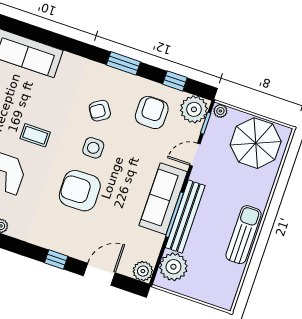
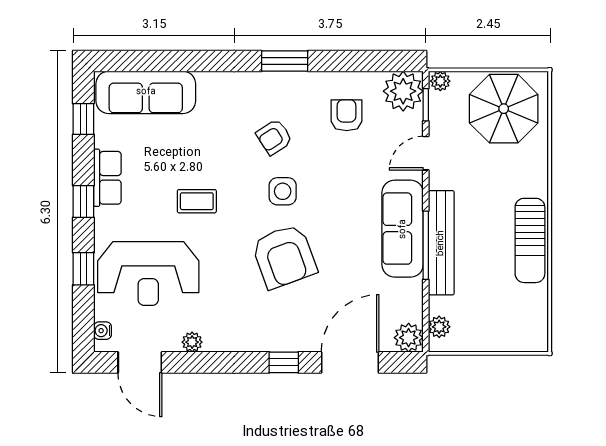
window: (175, 81) -> (364, 61), removed
armchair: (152, 112) -> (347, 115), width x0.72, depth x0.72
armchair: (80, 191) -> (284, 256), turned -109
sun lounger: (243, 235) -> (530, 240), turned 180
plant: (173, 267) -> (439, 327), width x0.53, depth x0.53
door: (99, 274) -> (350, 362), width x1.36

